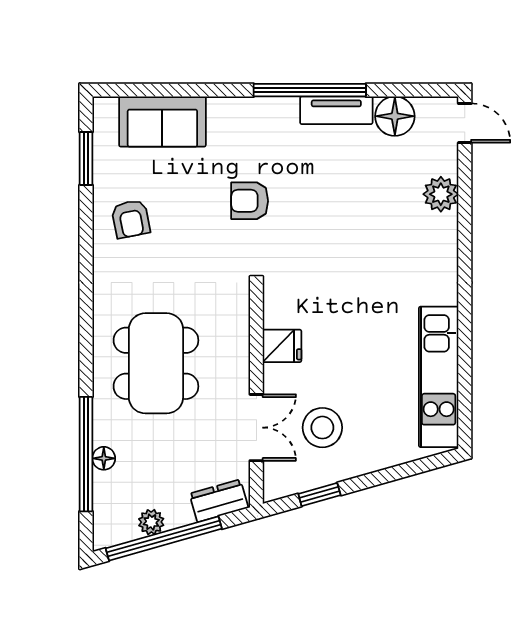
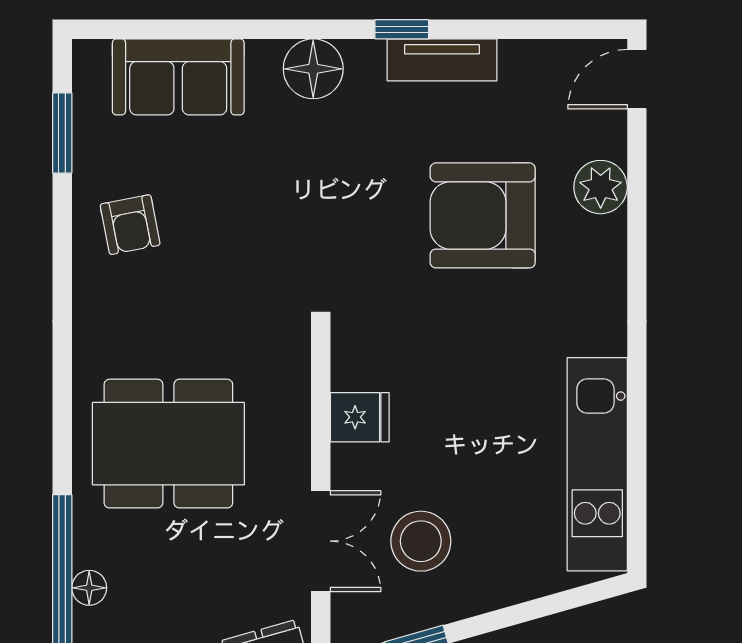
window: (310, 90) -> (402, 29), width x0.32
floor lamp: (395, 116) -> (313, 69), moved
door: (465, 123) -> (637, 79), swing flipped
armchair: (250, 201) -> (483, 215), moved, width x1.88, depth x1.88
dining table: (156, 363) -> (168, 444), turned 90

